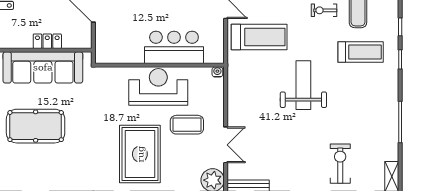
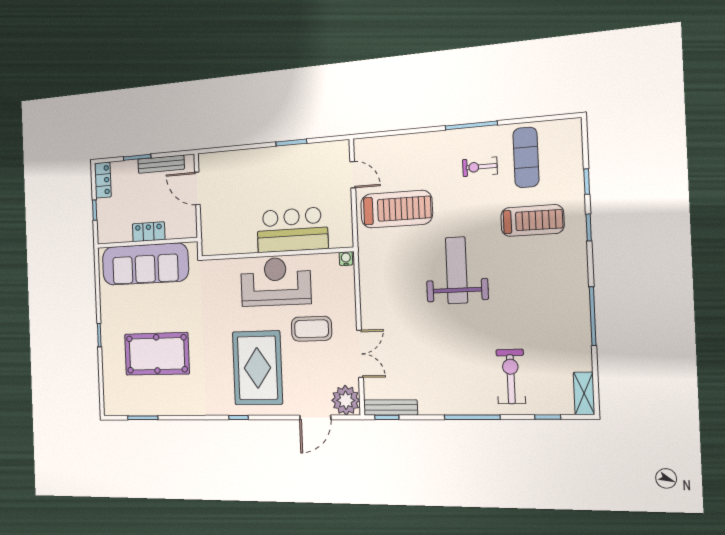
pool table: (36, 126) -> (157, 354), moved

